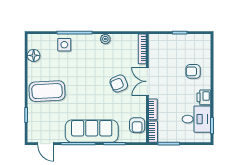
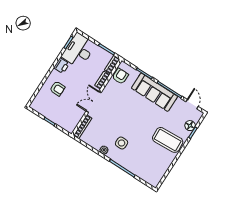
side table: (64, 45) -> (122, 143), moved
floor lamp: (34, 55) -> (190, 126), moved
double door: (147, 81) -> (94, 102), swing flipped
armchair: (119, 84) -> (114, 113), removed
desk: (196, 119) -> (79, 50), width x1.37

